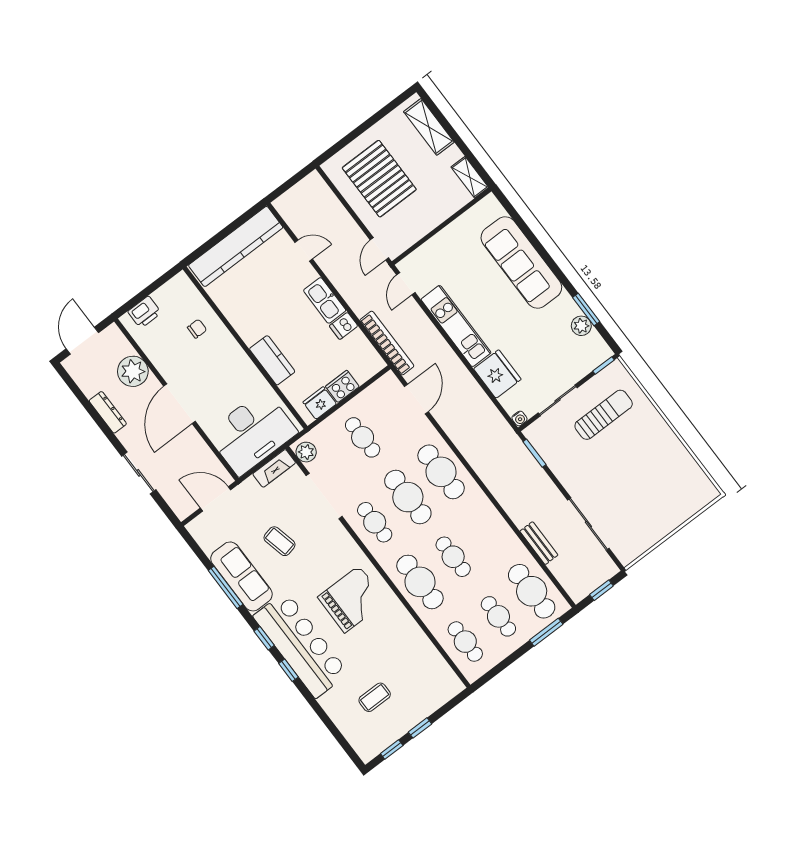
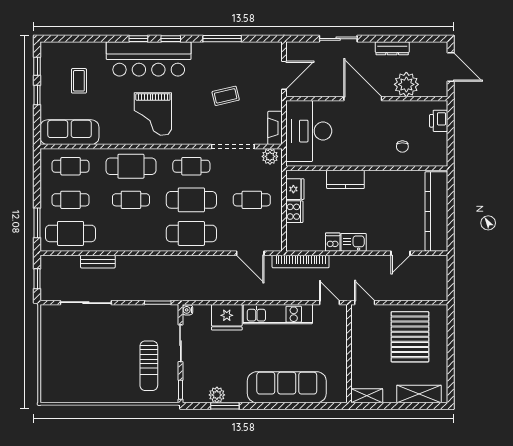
pallet: (379, 179) -> (410, 337), turned 90
kitchen sink: (325, 300) -> (354, 242), width x0.73
sofa: (241, 576) -> (69, 132), moved, turned 180

